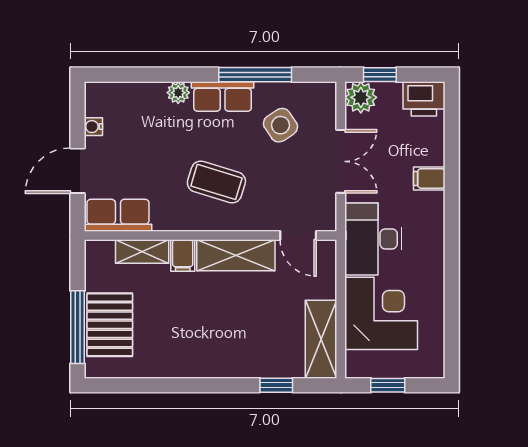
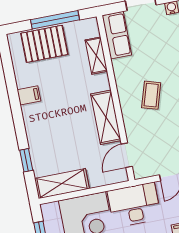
coffee table: (216, 182) -> (151, 95), width x0.73, depth x0.77
filing cabinet: (183, 255) -> (29, 95), moved, turned 180
window: (77, 327) -> (55, 20), moved

